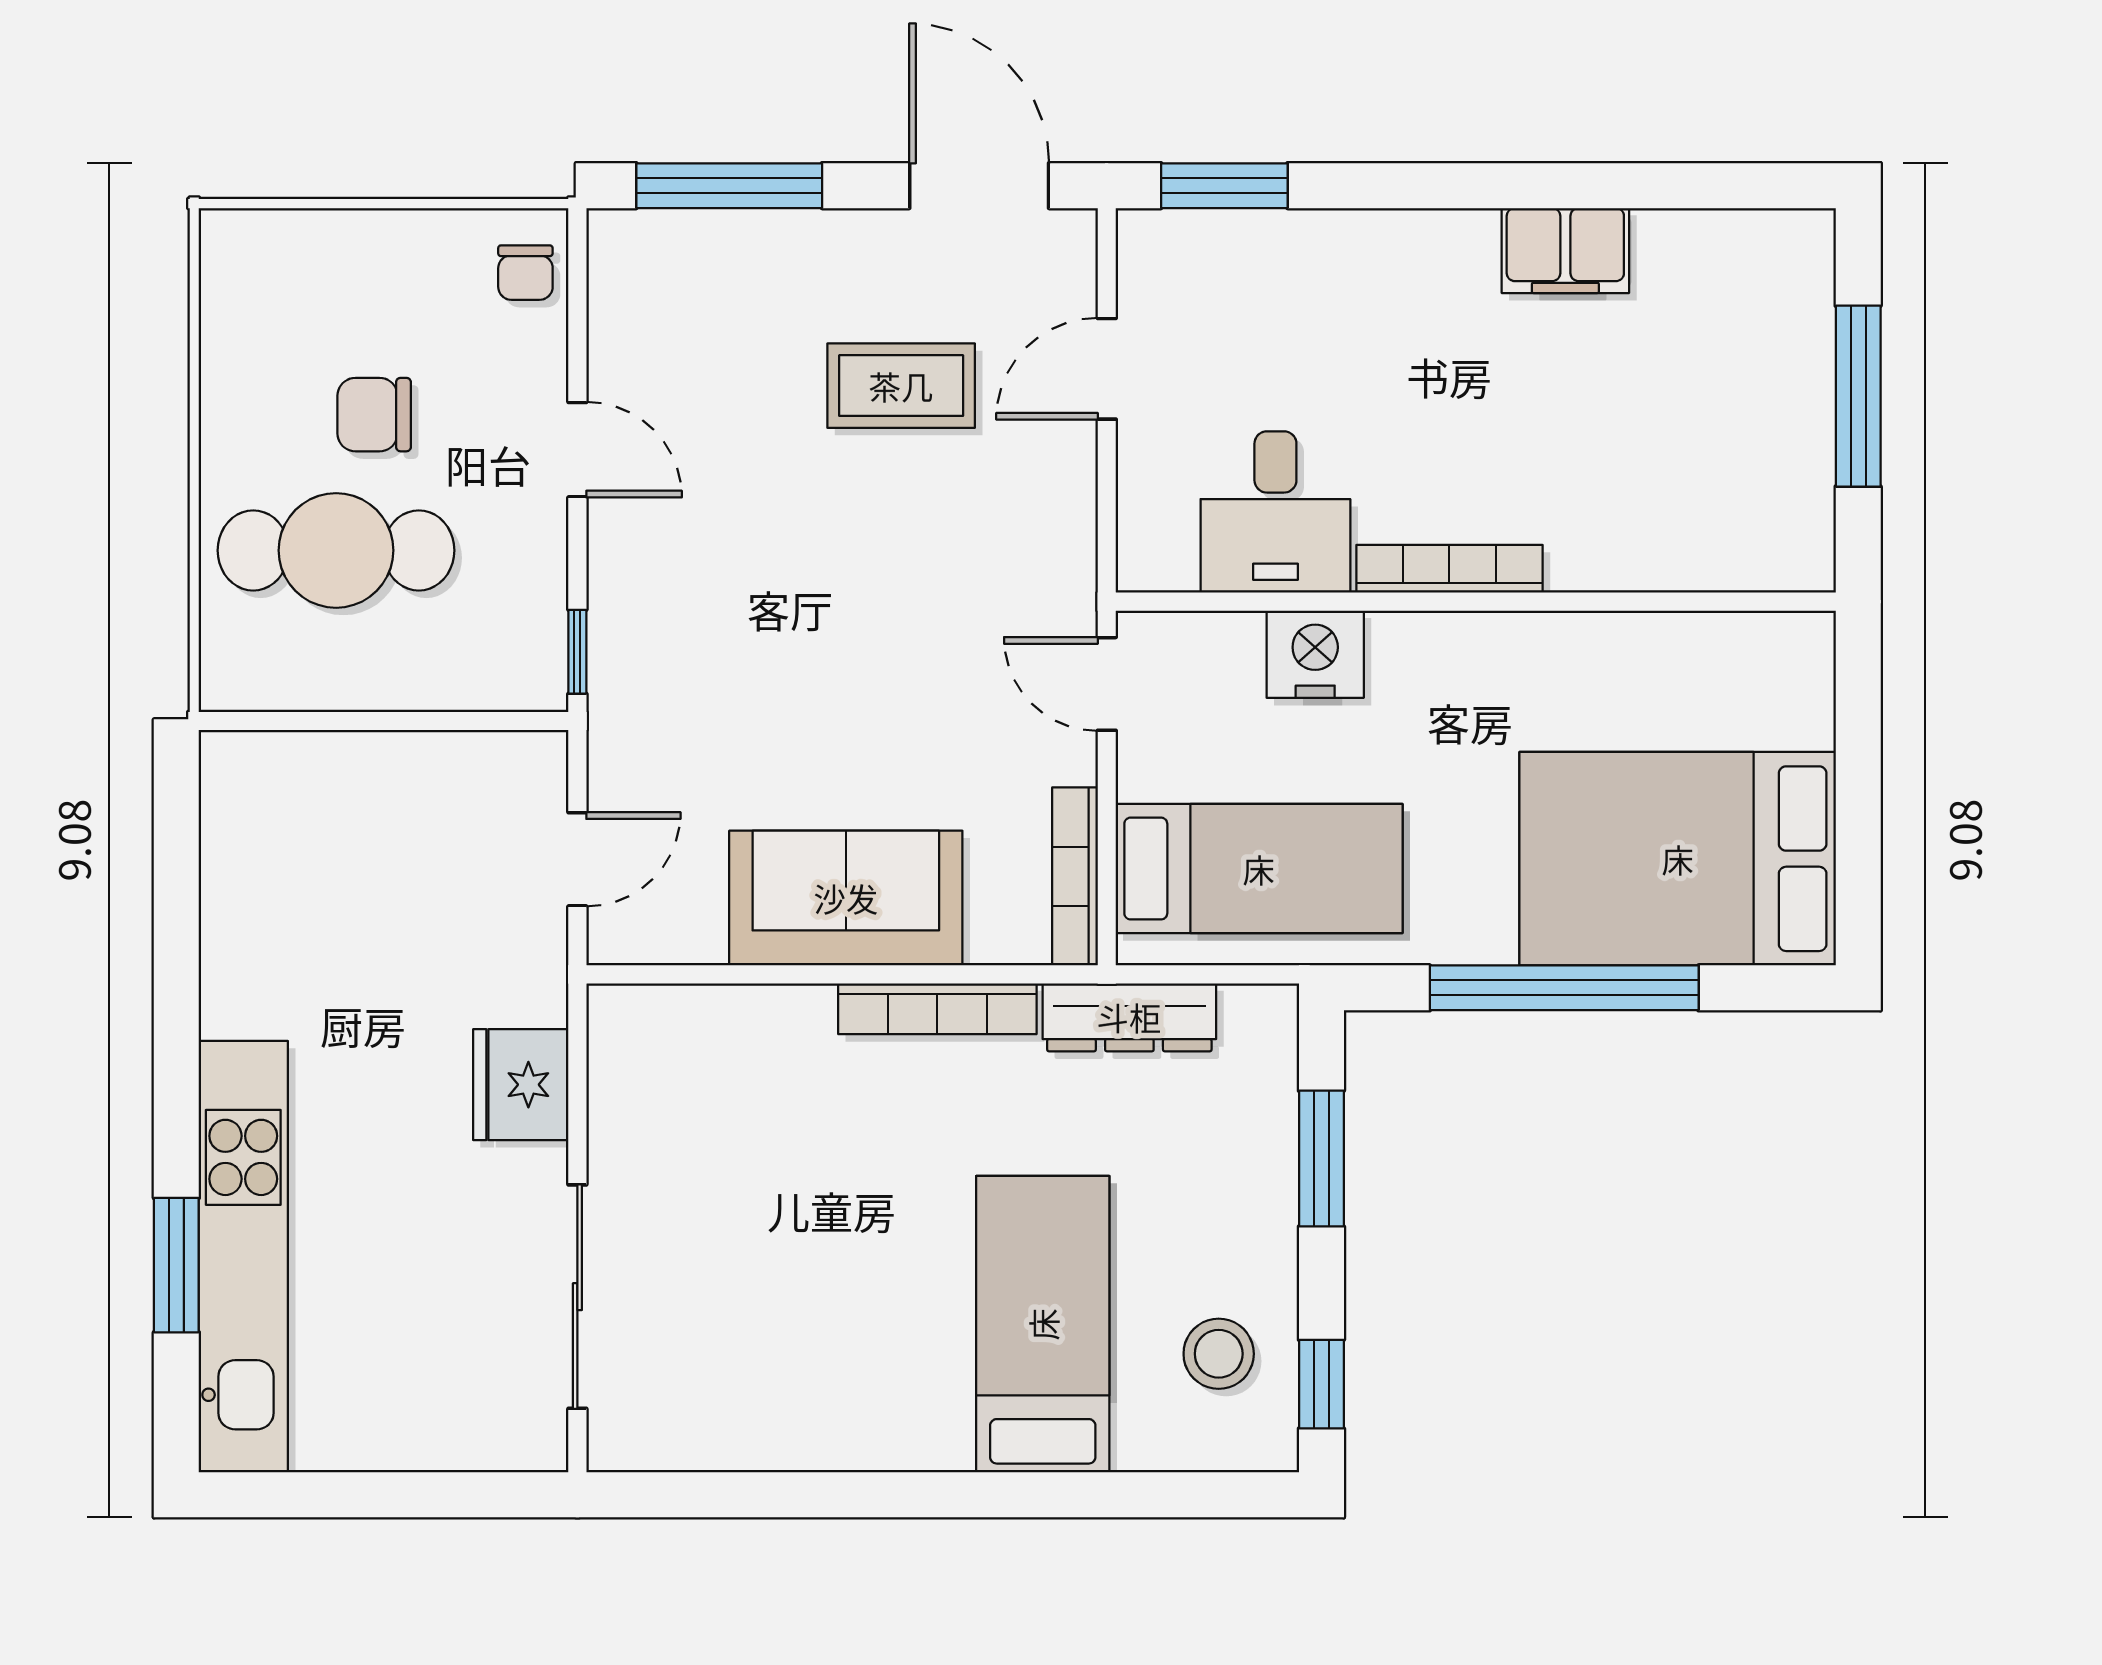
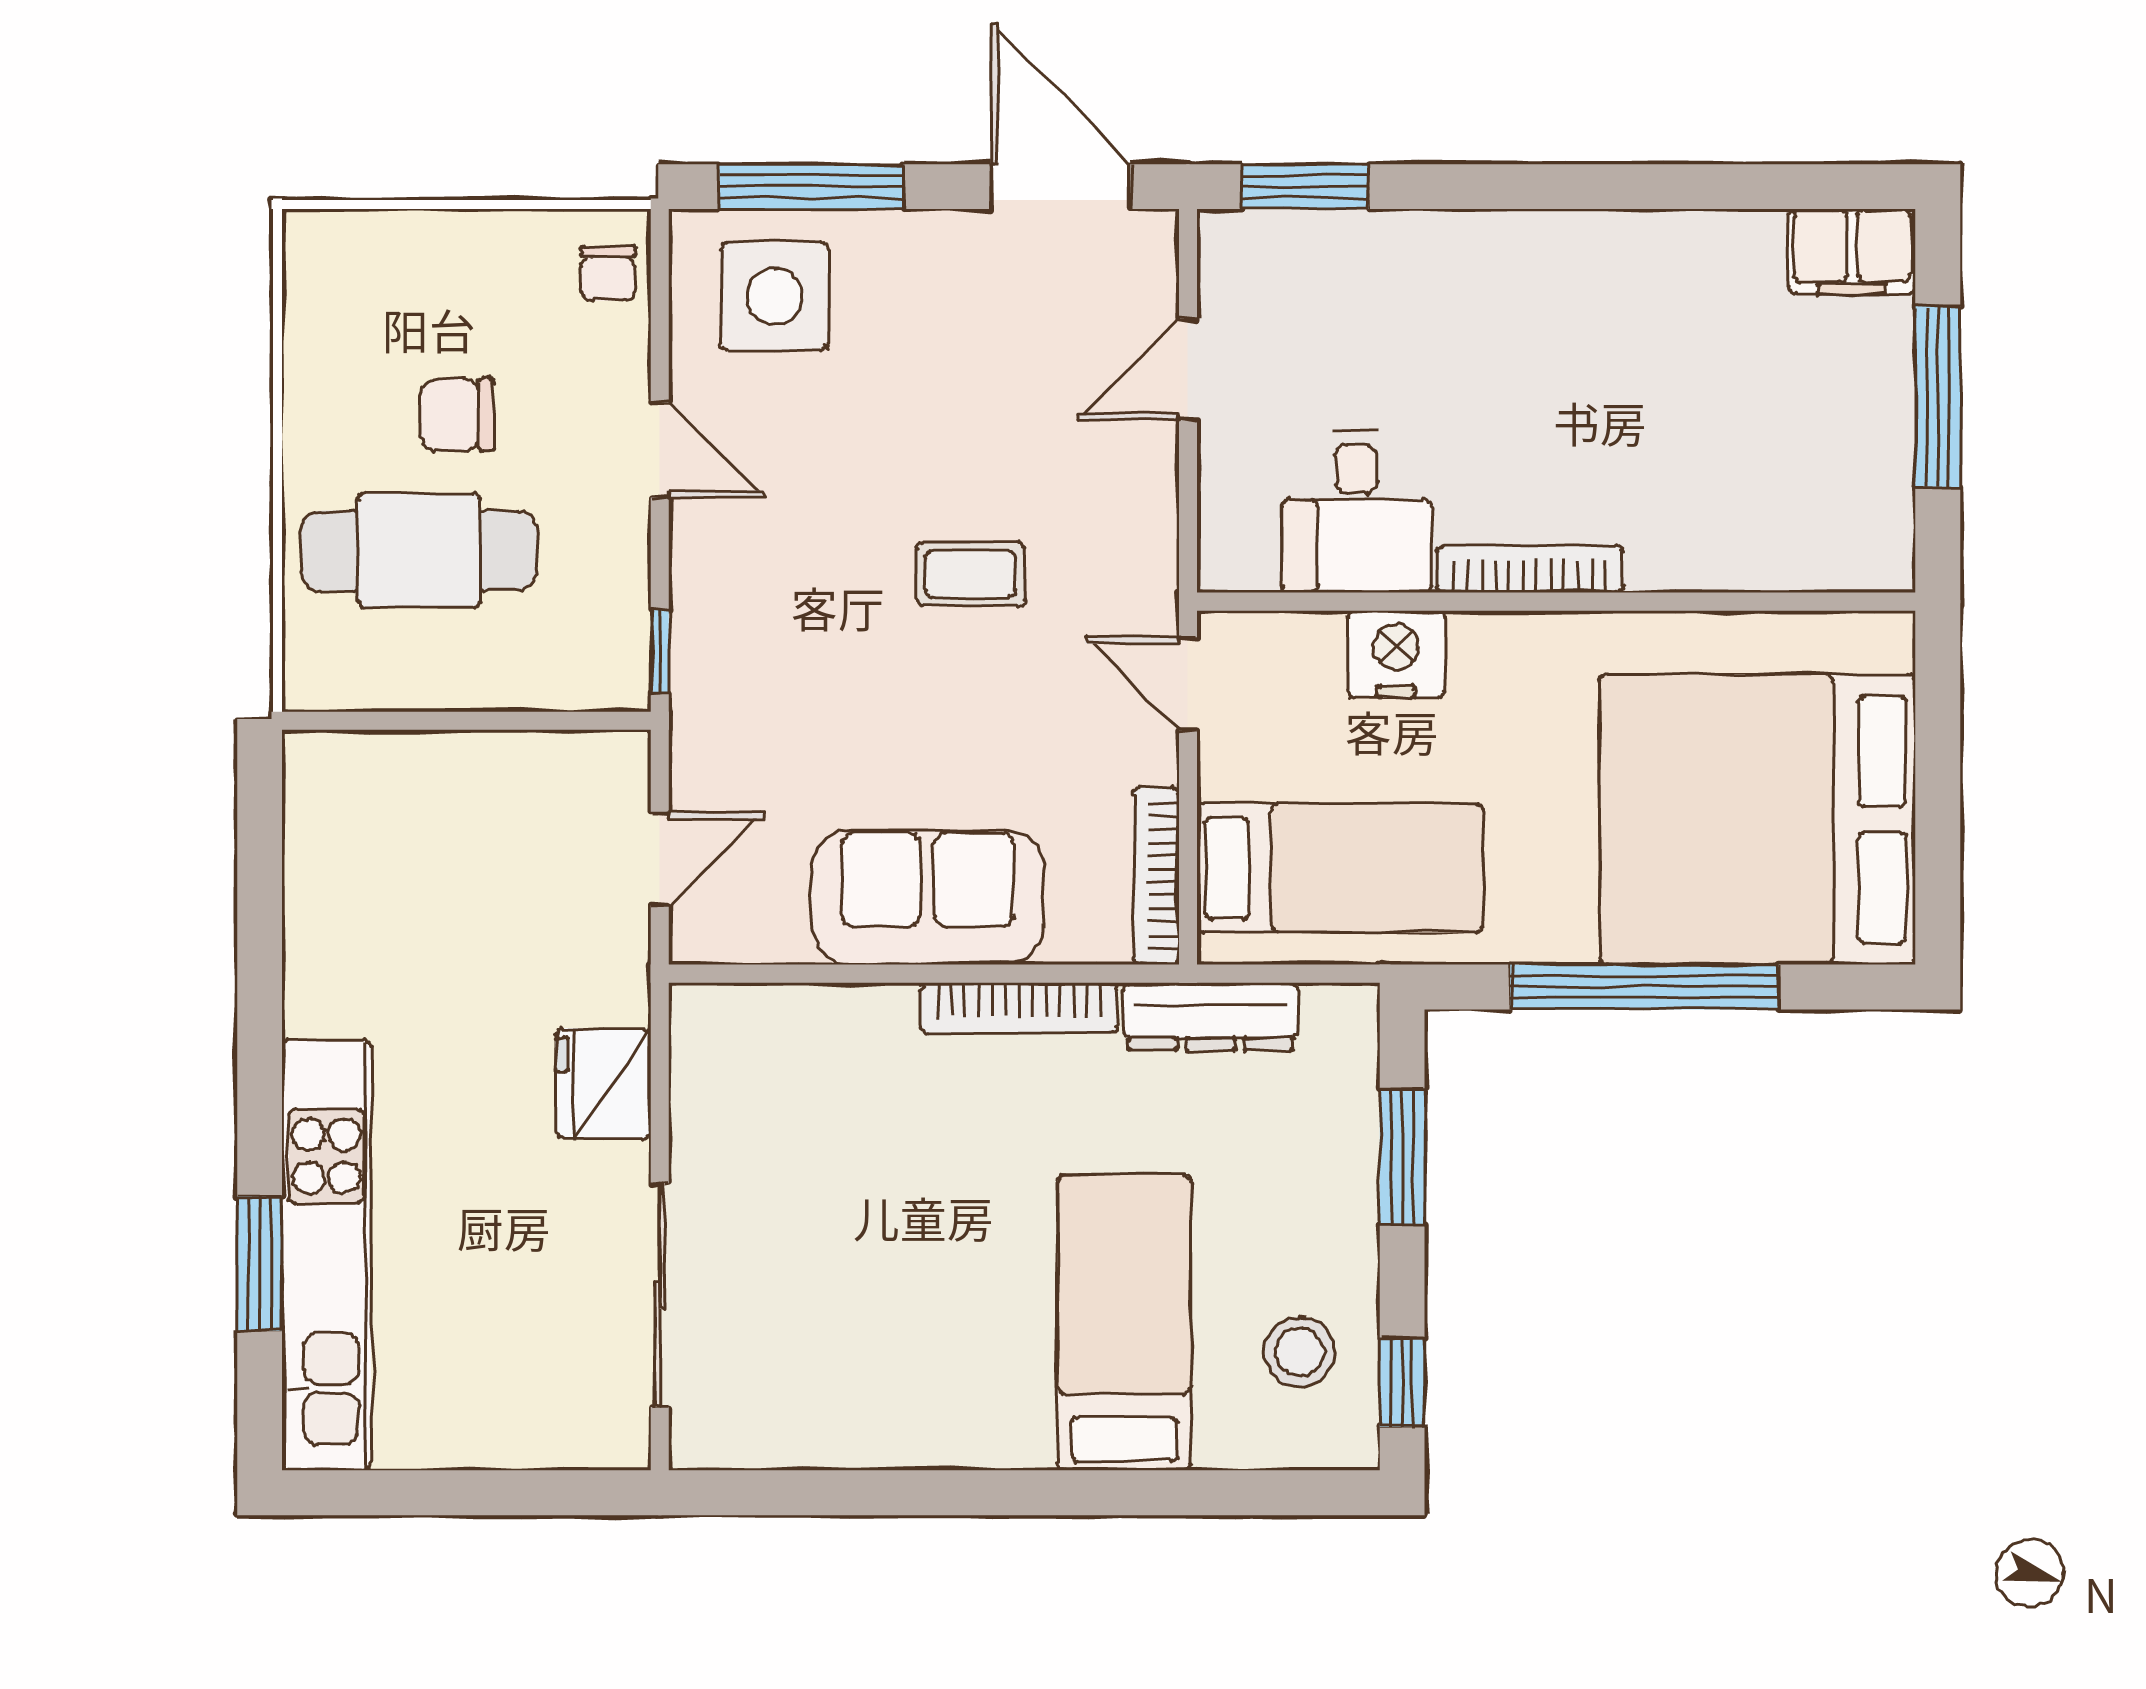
filing cabinet: (1565, 251) -> (1852, 251), moved
side table: (692, 296) -> (775, 296), added
coffee table: (901, 386) -> (971, 574), moved, width x0.73, depth x0.77
bed: (1678, 859) -> (1758, 819), width x1.36

